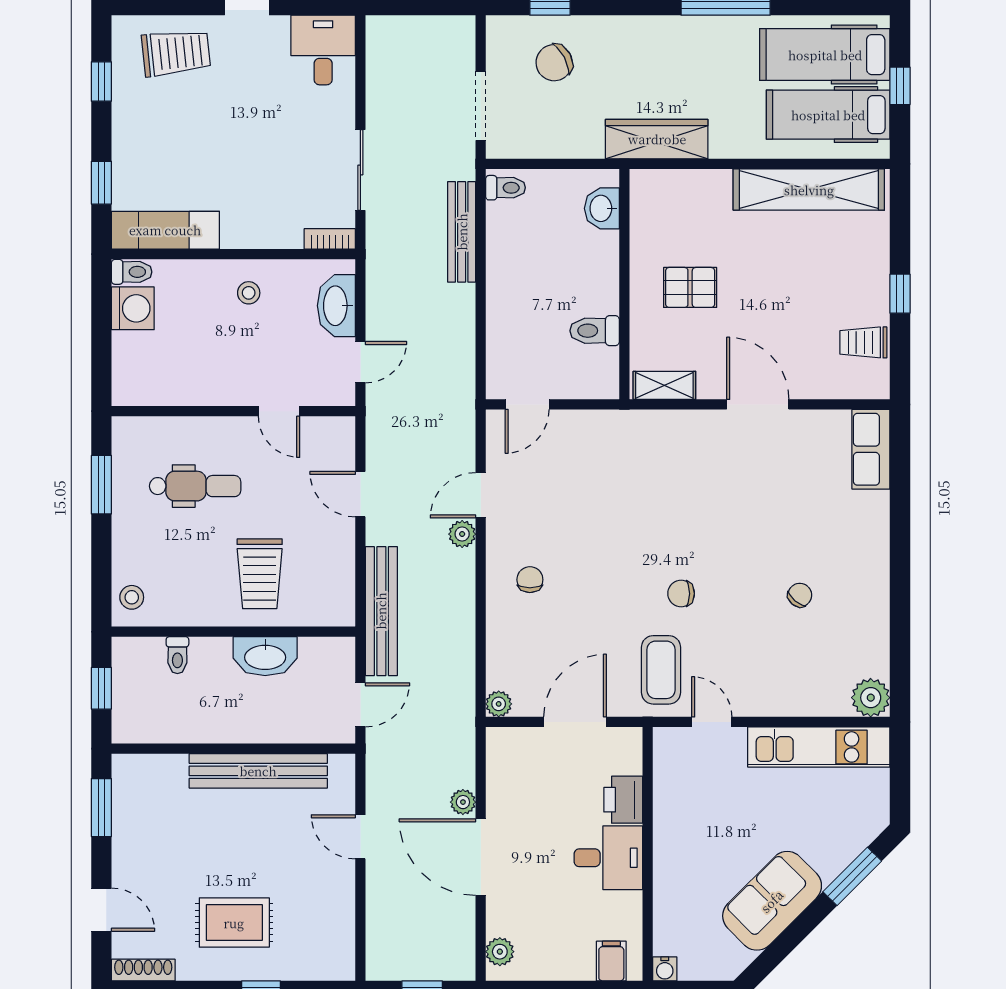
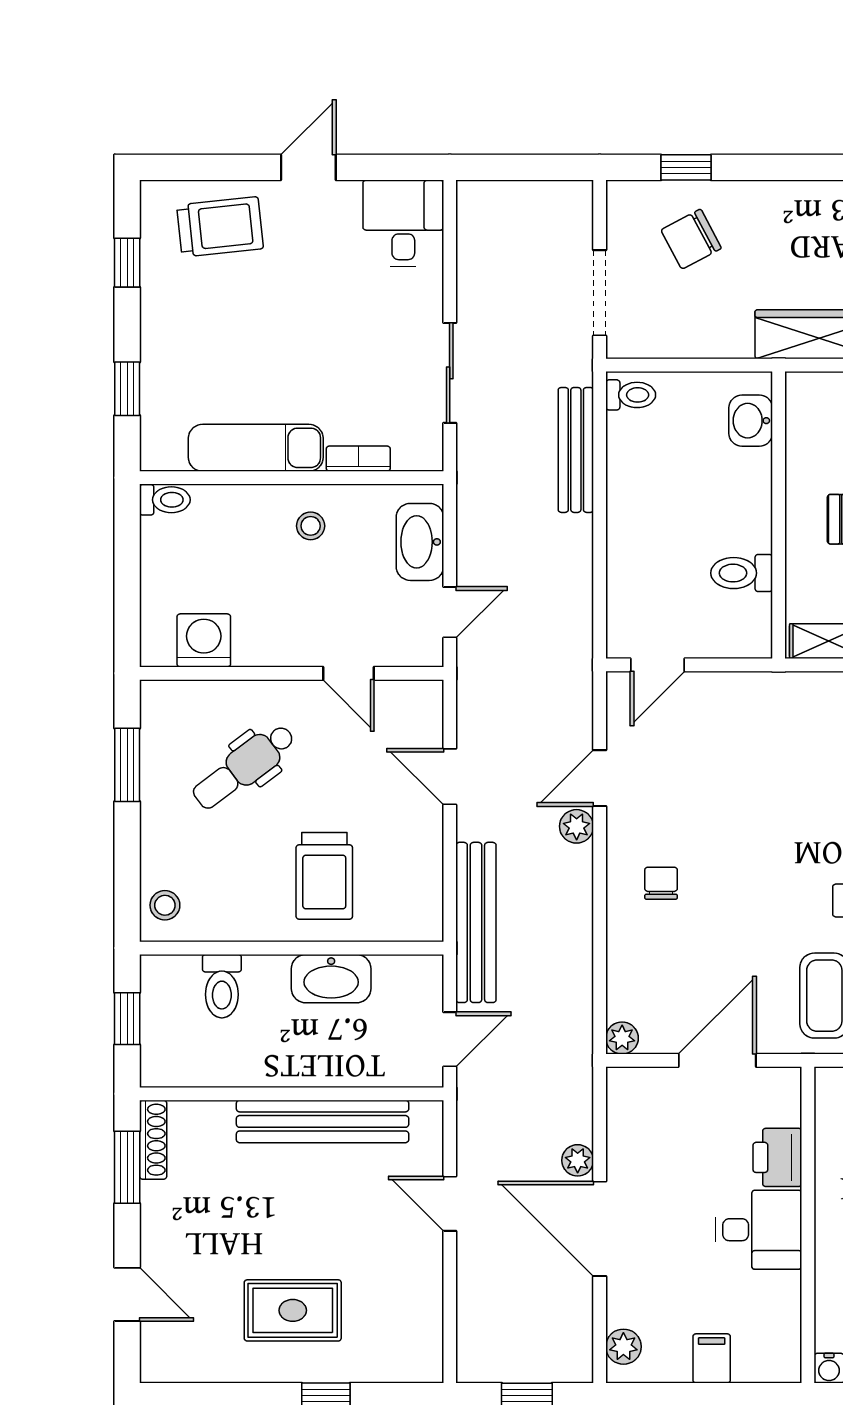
exam couch: (165, 230) -> (256, 448), moved
bookcase: (330, 239) -> (358, 459), moved
washing machine: (133, 308) -> (204, 640), moved, turned -90
dental chair: (195, 486) -> (244, 767), turned 143
toilet: (177, 655) -> (222, 986), width x1.37, depth x1.39
filing cabinet: (611, 961) -> (712, 1358), moved
shoe rack: (143, 970) -> (153, 1140), moved, turned 90

